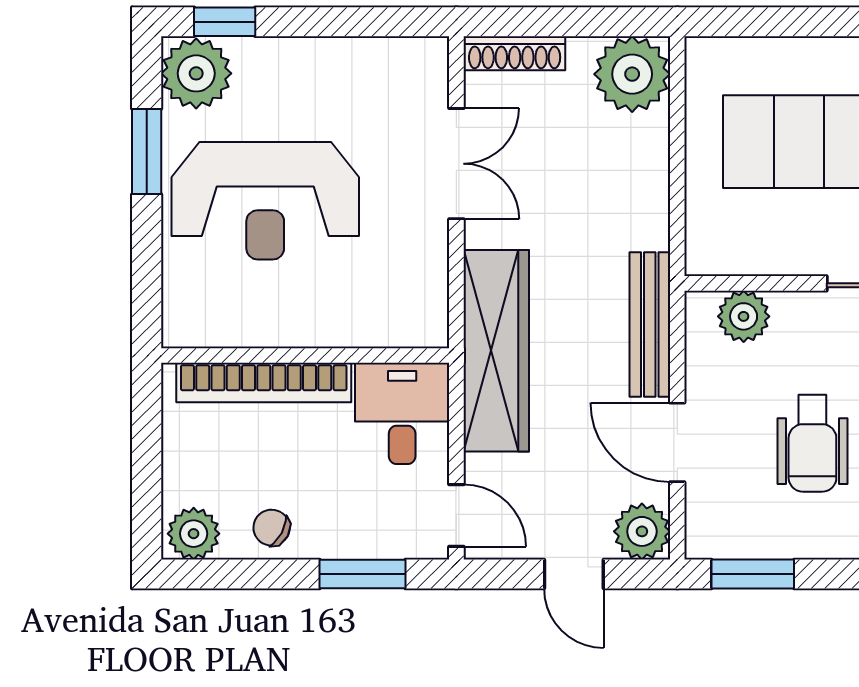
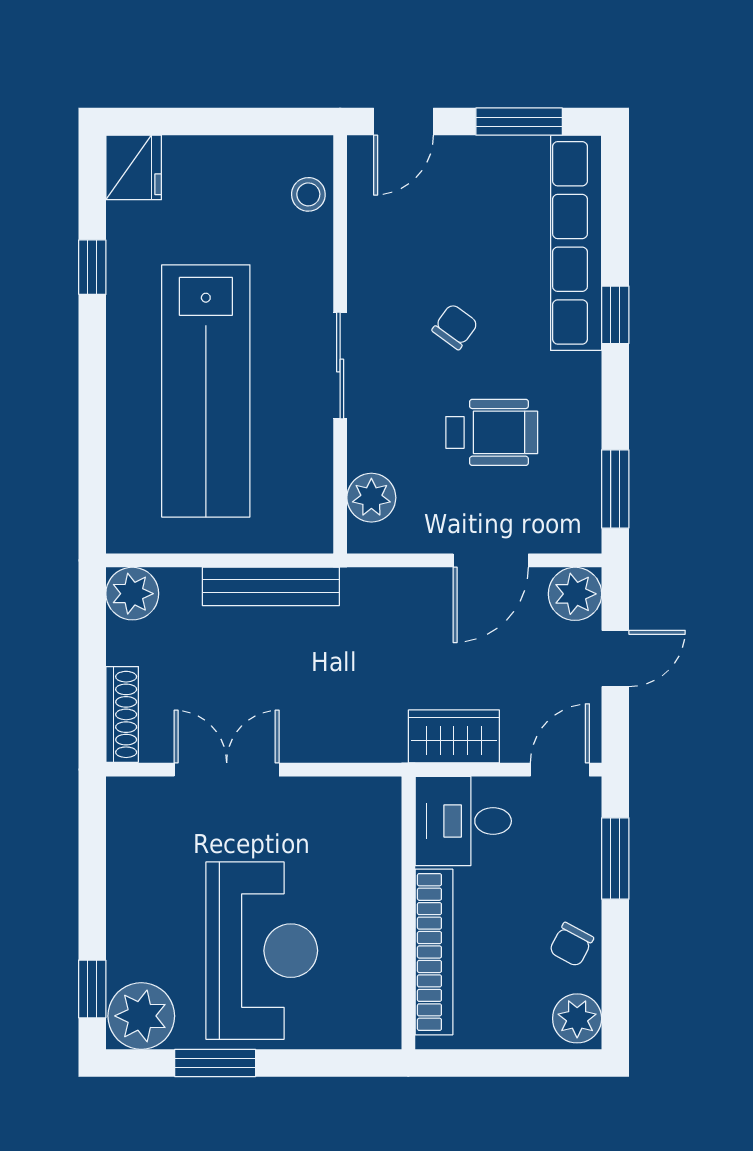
plant: (632, 74) -> (132, 594), width x0.73, depth x0.73
bench: (650, 324) -> (271, 586), moved
wardrobe: (496, 351) -> (454, 736), width x0.48, depth x0.85

